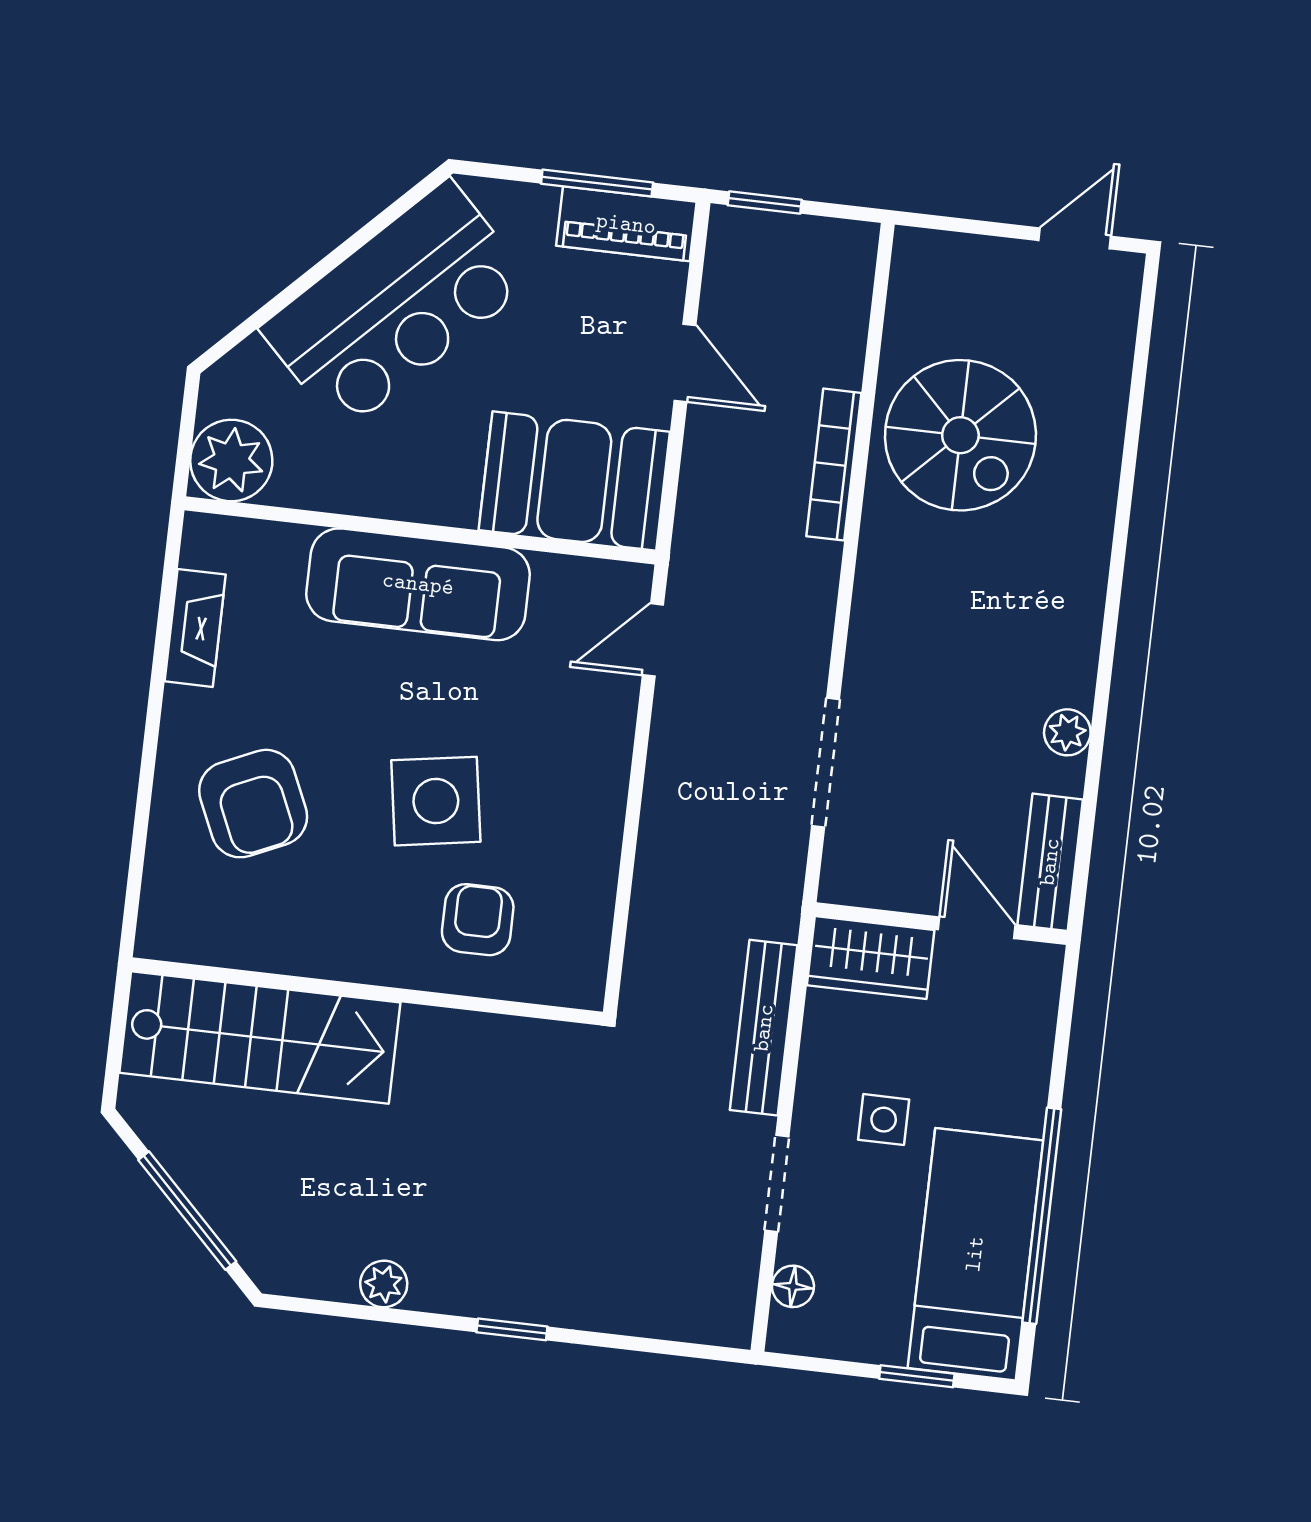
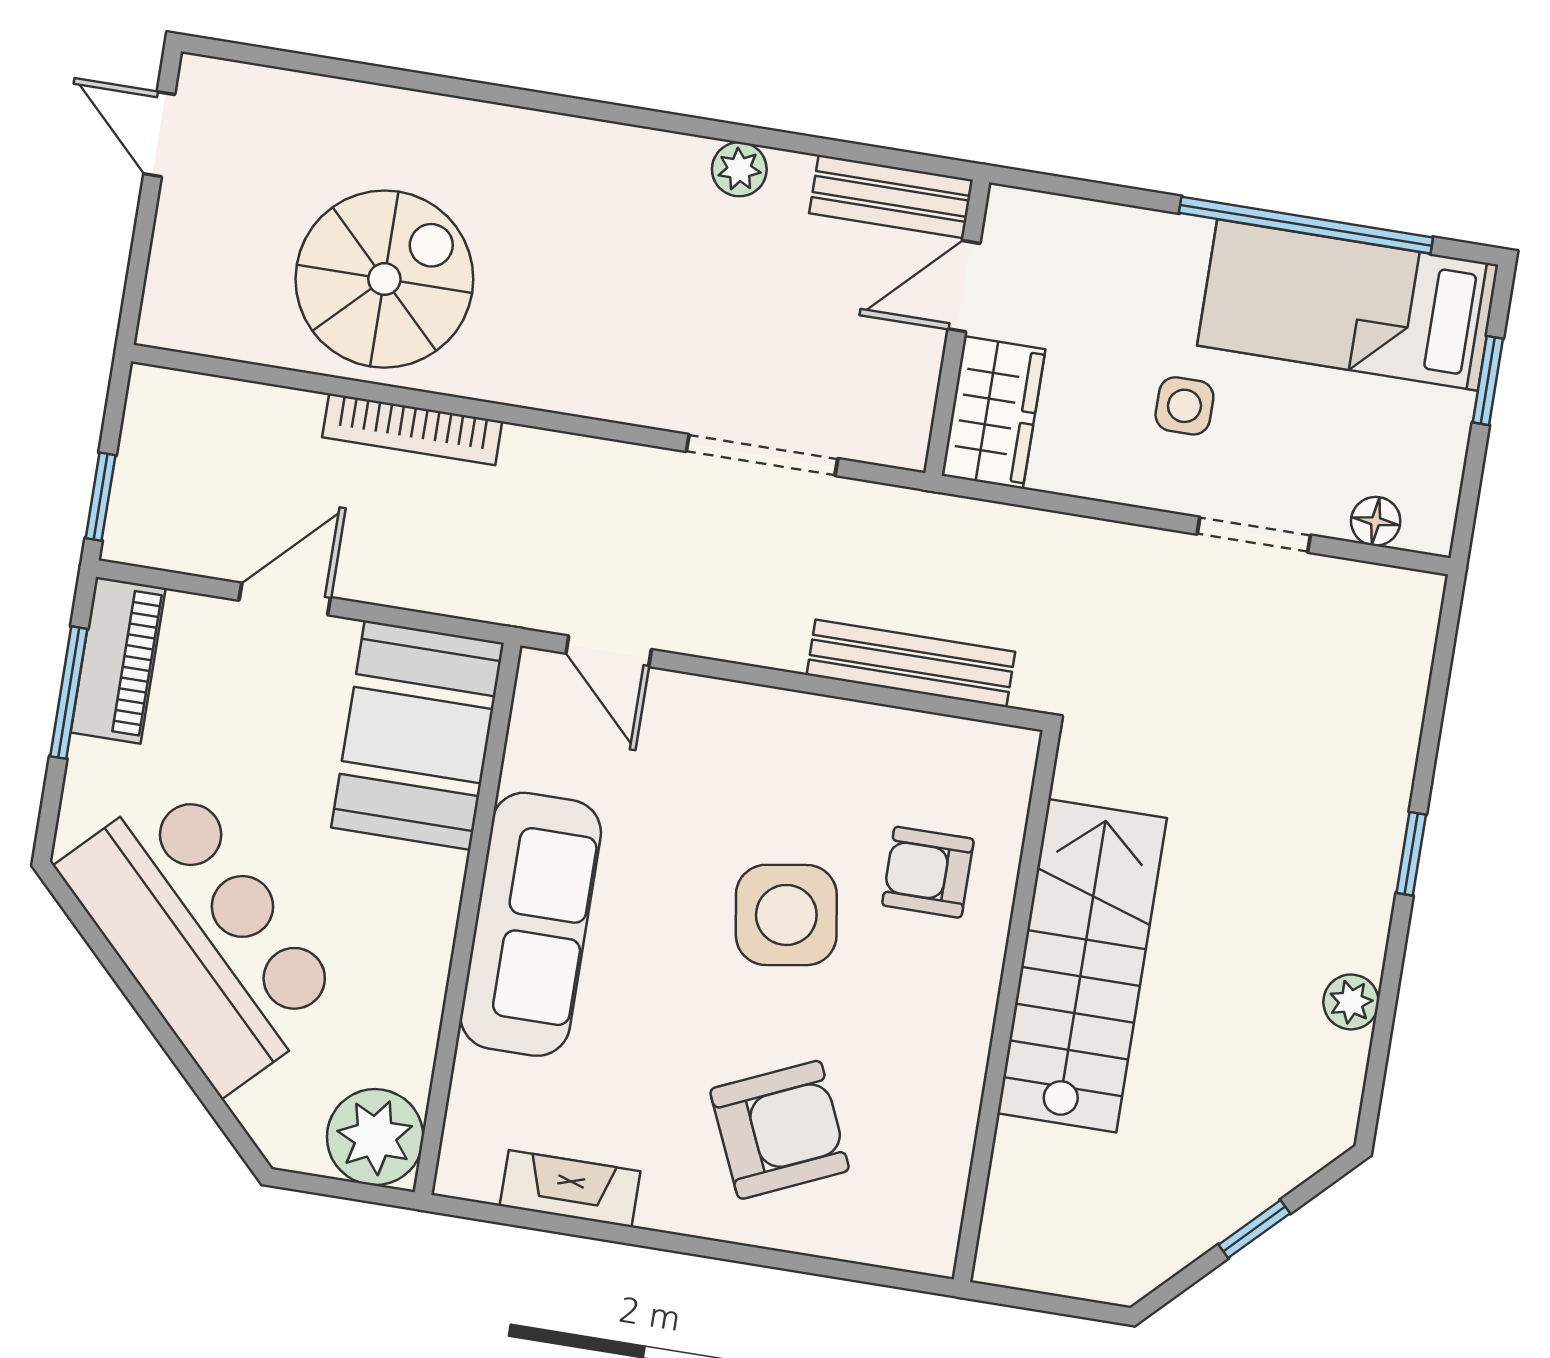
bench: (764, 1028) -> (911, 663), moved
stairs: (260, 1038) -> (1082, 966), moved
window: (187, 1211) -> (1254, 1229), width x0.46

